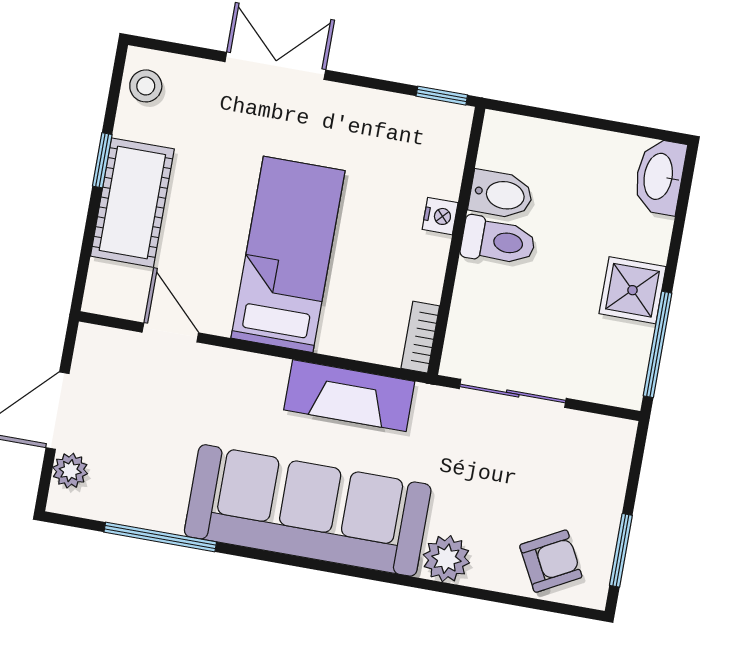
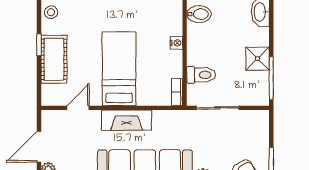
bidet: (501, 194) -> (199, 14), moved
toilet: (498, 241) -> (201, 75), moved
door: (170, 332) -> (78, 108), hinge flipped
fireplace: (349, 396) -> (127, 120), moved

